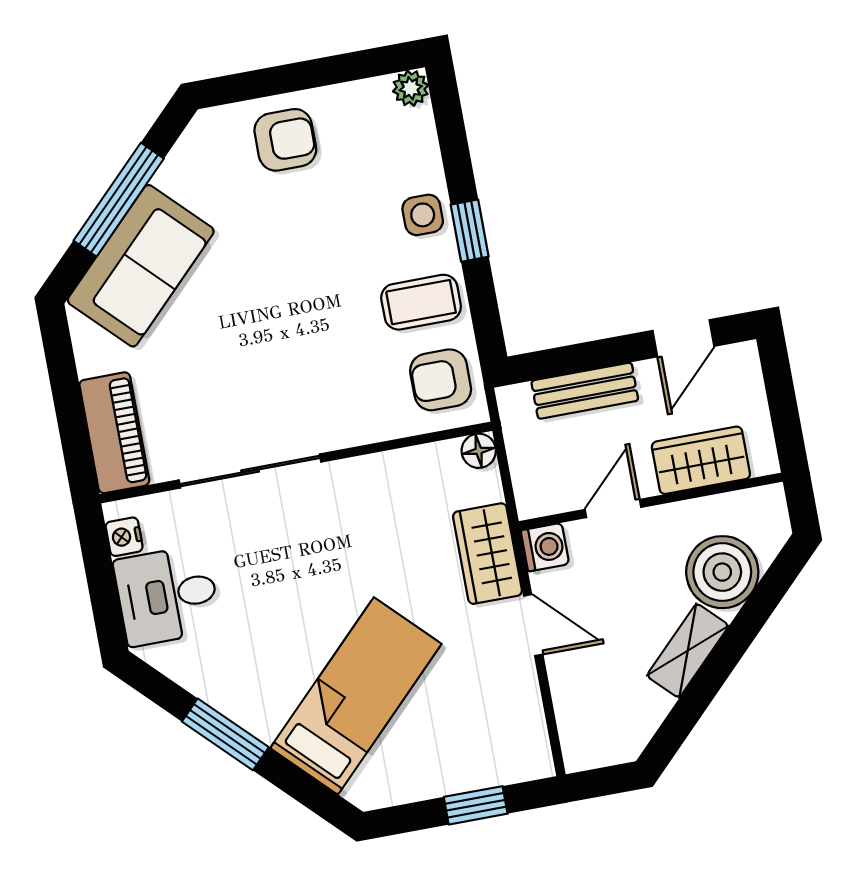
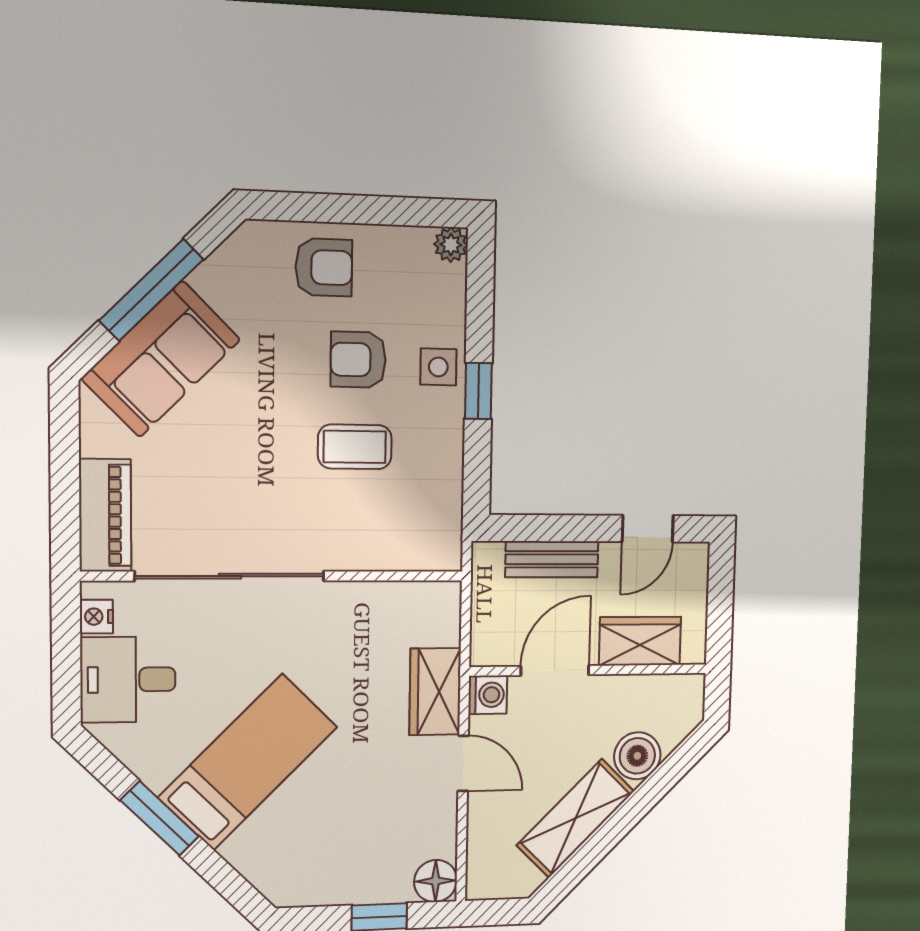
coffee table: (421, 302) -> (355, 447), moved
armchair: (441, 380) -> (358, 360), moved
floor lamp: (479, 451) -> (436, 881), moved, width x1.37, depth x1.37
sliding door: (250, 471) -> (230, 576), width x1.36
door: (613, 508) -> (555, 670), width x1.37
boiler: (722, 572) -> (637, 756), width x0.73, depth x0.73
shelving: (688, 651) -> (575, 818), width x1.50, depth x1.33
bed: (356, 696) -> (248, 762), moved

